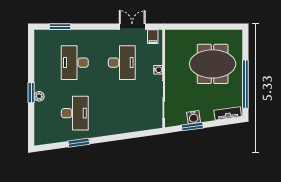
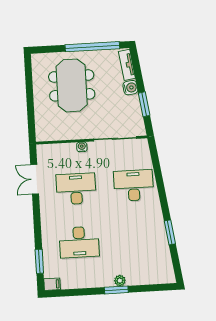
filing cabinet: (153, 37) -> (52, 284), moved
desk: (75, 113) -> (134, 185), moved
water cooler: (194, 117) -> (130, 88), moved

